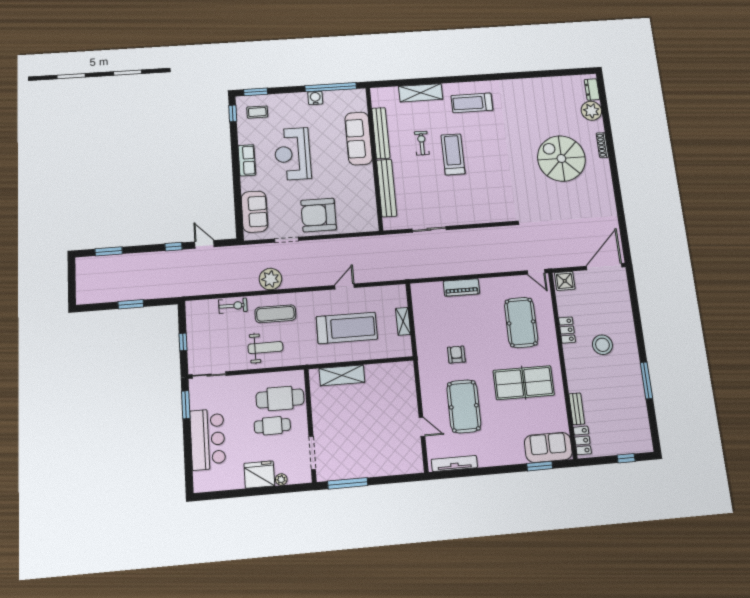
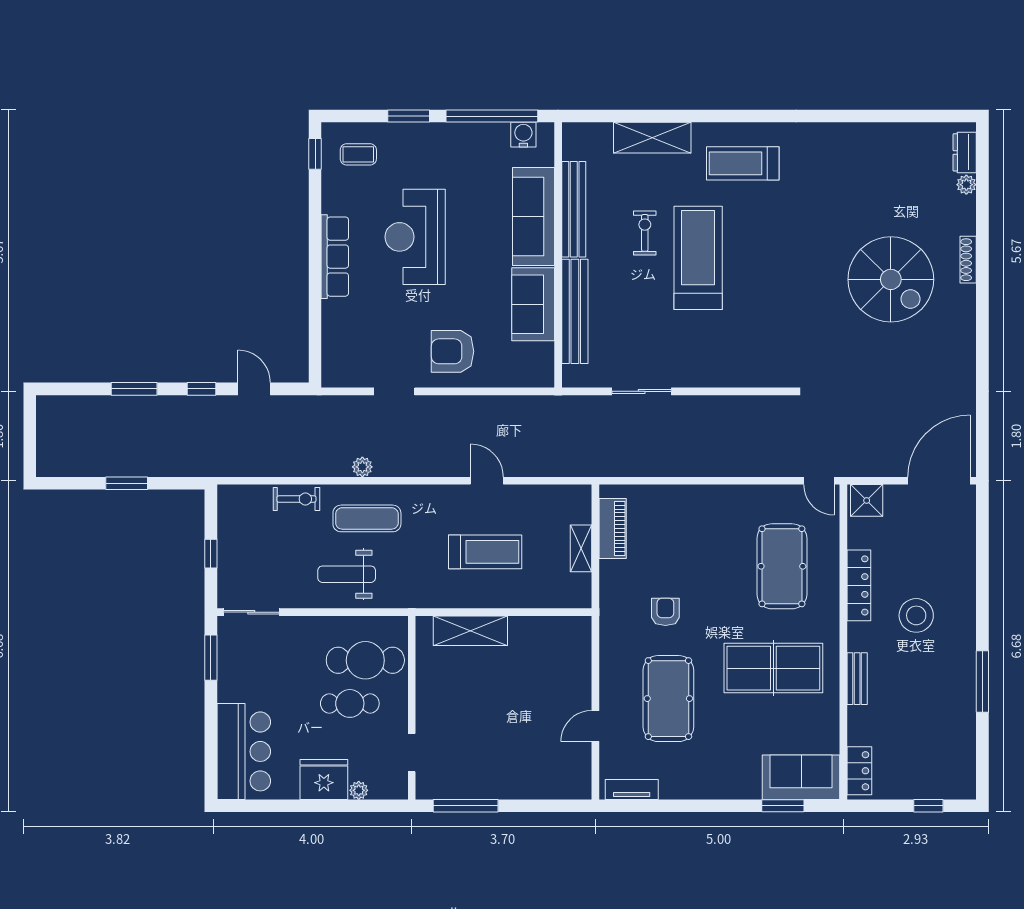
window: (256, 92) -> (409, 116), moved
water cooler: (315, 98) -> (523, 135), moved
plant: (591, 111) -> (966, 185), width x0.53, depth x0.53
treadmill: (453, 154) -> (698, 258), width x1.37, depth x1.38
spiral stairs: (561, 158) -> (891, 279), turned 180
row of seats: (247, 160) -> (335, 257), width x1.48
sofa: (254, 212) -> (533, 304), moved, turned 180
armchair: (319, 215) -> (452, 351), width x0.73, depth x0.73
window: (109, 251) -> (134, 389), moved
plant: (270, 279) -> (362, 467), width x0.53, depth x0.53
door: (344, 287) -> (487, 481), hinge flipped
piano: (461, 287) -> (613, 528), moved, turned -90
treadmill: (347, 328) -> (485, 552), width x0.73, depth x0.73
locker: (567, 330) -> (859, 585), width x1.53
weight bench: (265, 348) -> (347, 574), turned 180
bench: (577, 409) -> (857, 679), moved
door: (422, 427) -> (595, 726), swing flipped
bar counter: (208, 439) -> (244, 751), moved
doorway: (312, 453) -> (412, 753), width x0.73
tv unit: (454, 463) -> (632, 789), width x0.71

